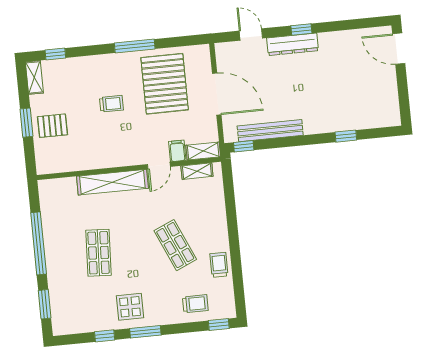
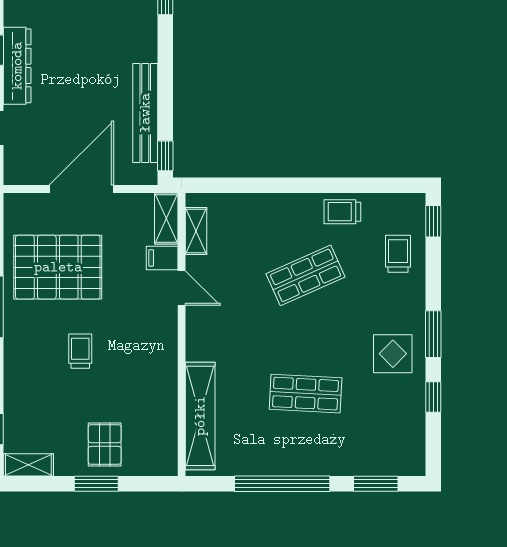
shelving: (112, 182) -> (200, 416), moved

